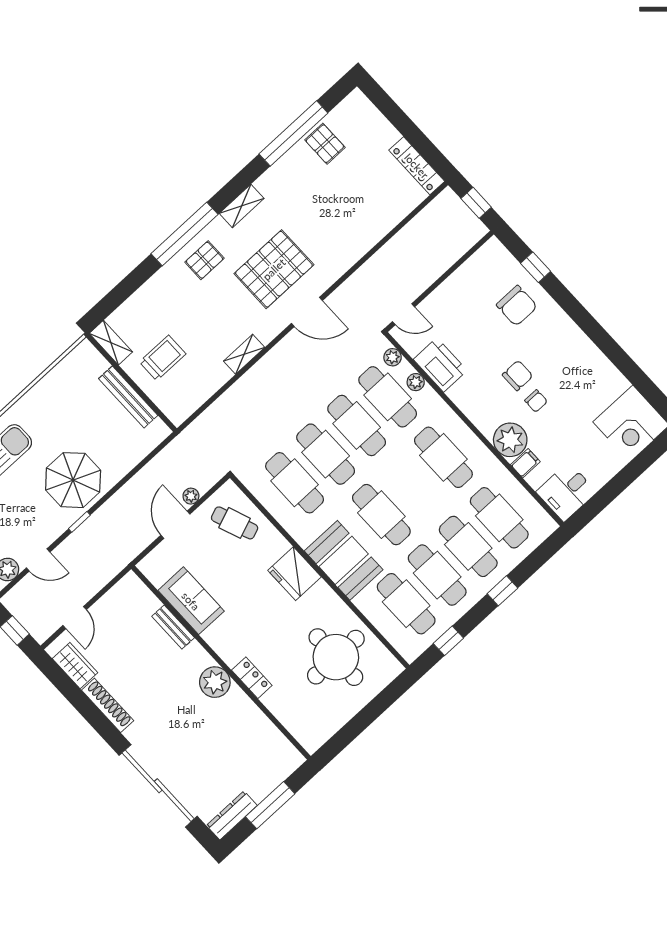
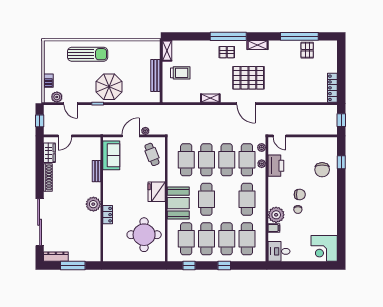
sofa: (191, 601) -> (111, 155), moved

